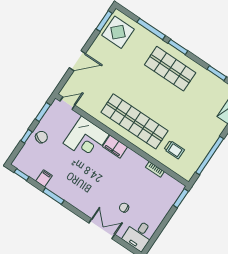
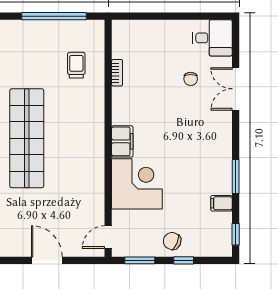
door: (67, 103) -> (108, 237), hinge flipped
shop shelf: (135, 121) -> (27, 138), moved
window: (181, 198) -> (131, 16), removed

